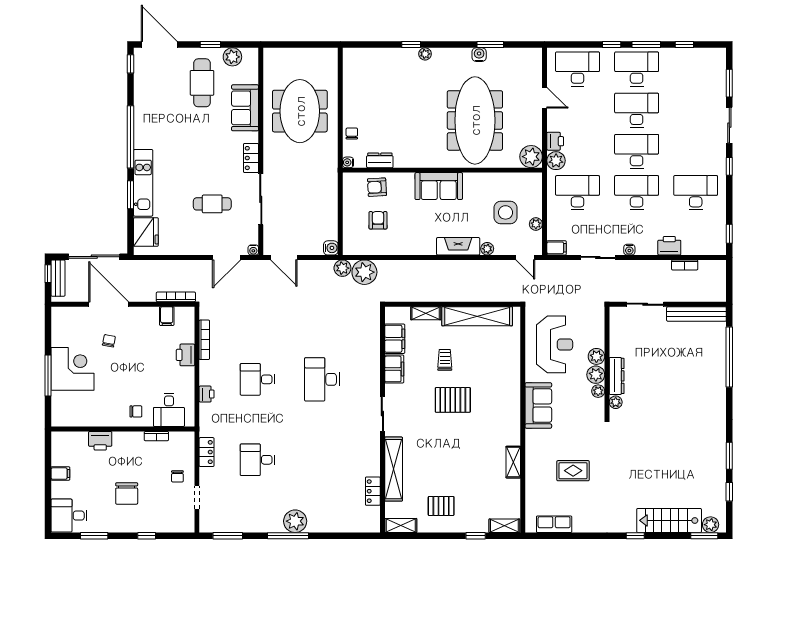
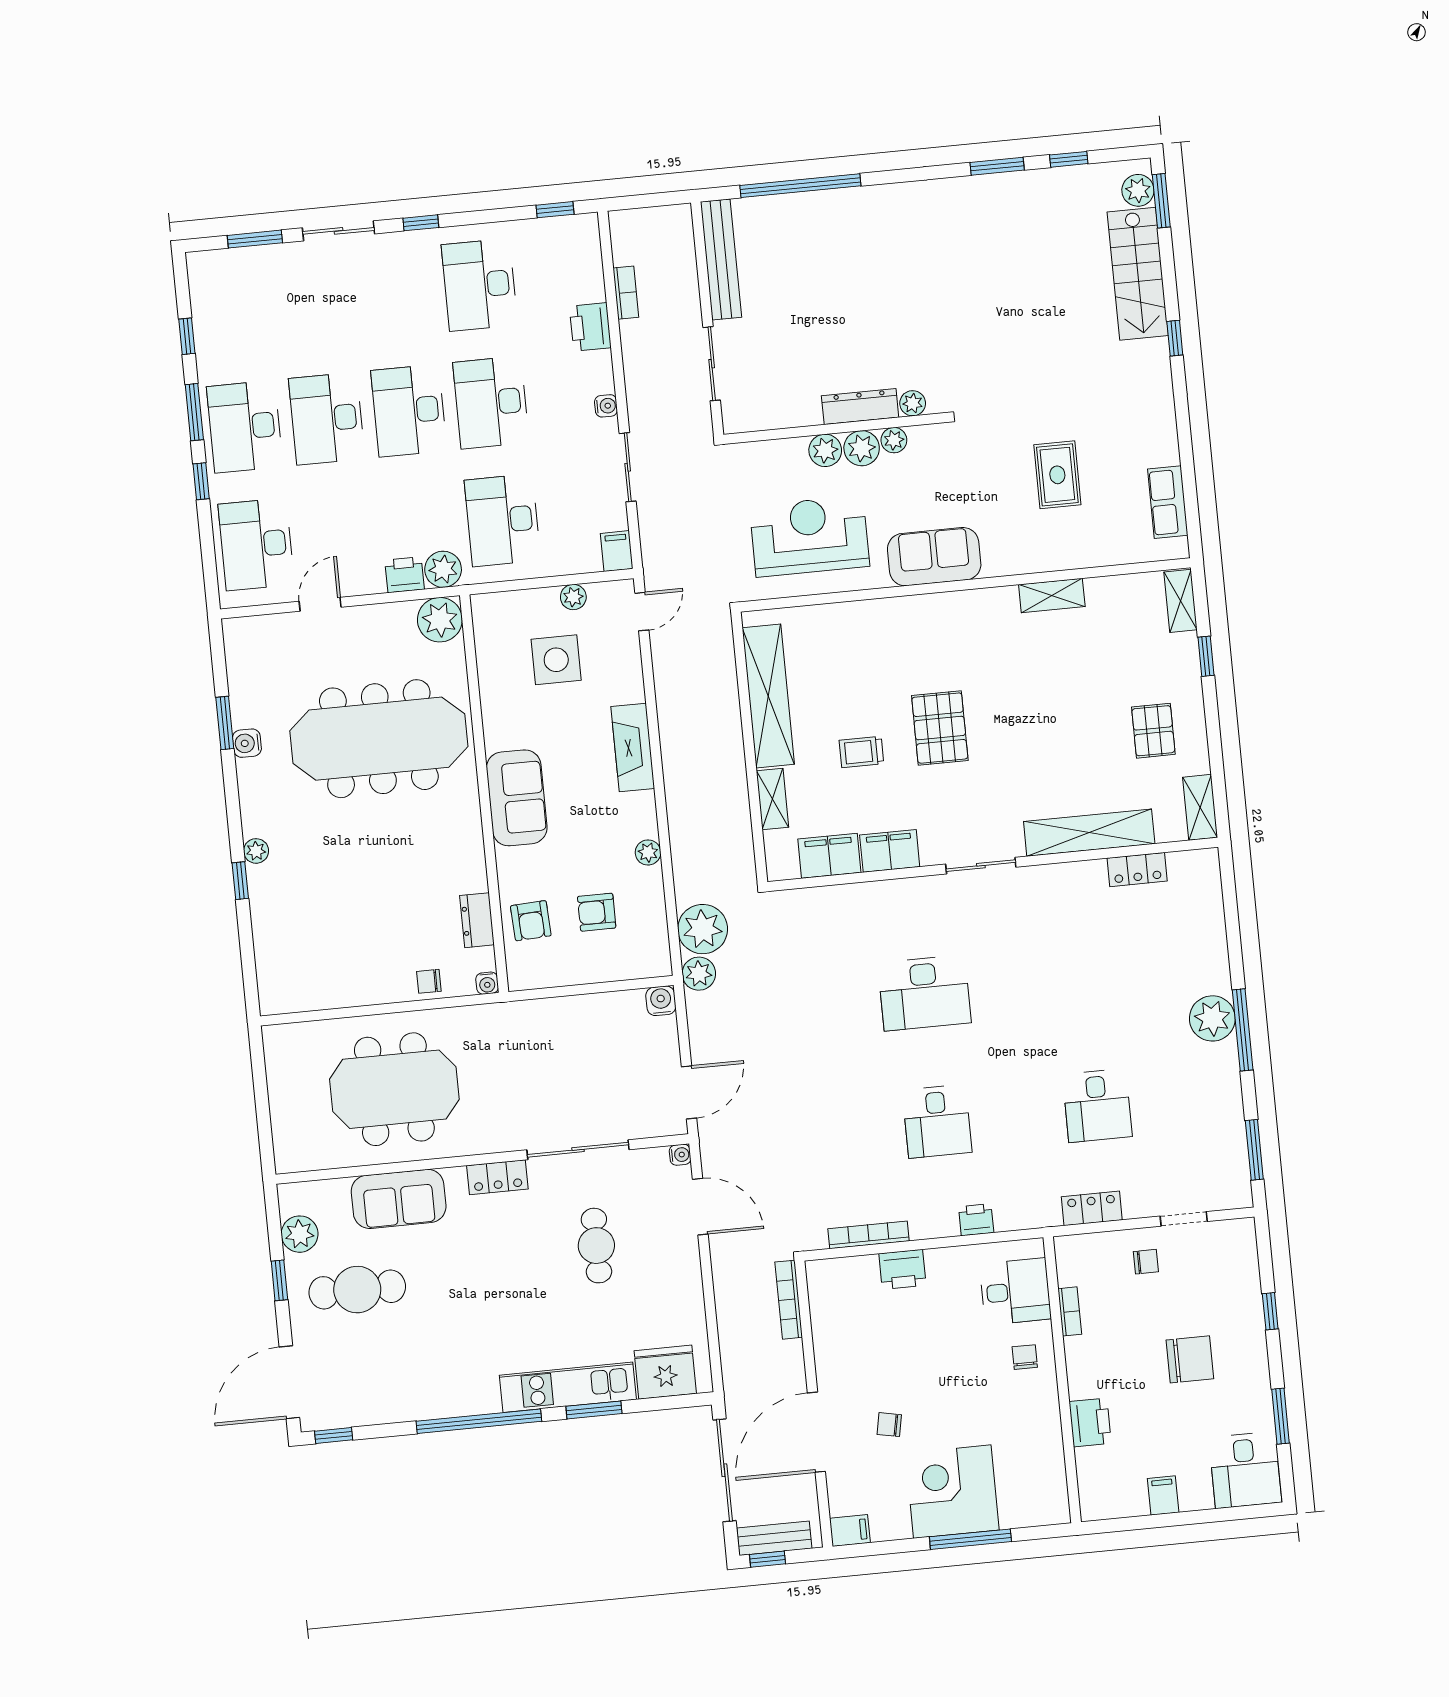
plant: (487, 249) -> (648, 852), moved
filing cabinet: (167, 316) -> (850, 1530), moved

